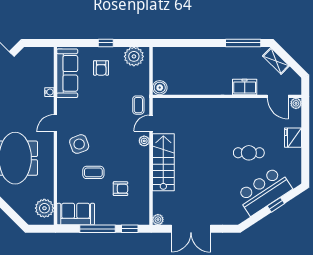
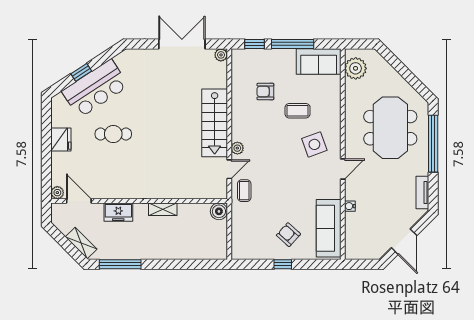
plant: (134, 56) -> (249, 248), removed
armchair: (101, 68) -> (288, 235), turned -48
shelving: (207, 89) -> (163, 209), added
fridge: (293, 138) -> (61, 140), moved

